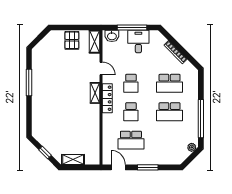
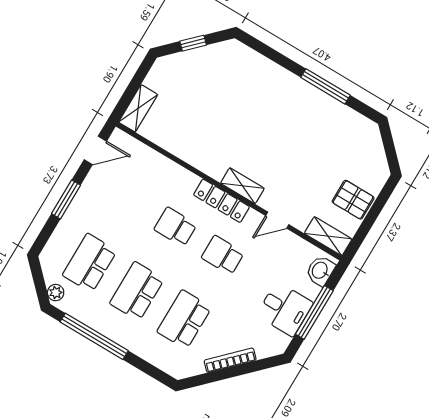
school desk: (131, 140) -> (90, 263), moved
shelving: (73, 160) -> (138, 108), moved

